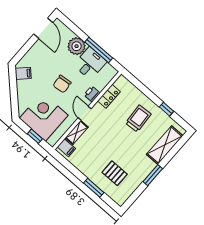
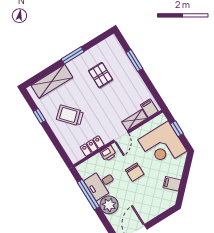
filing cabinet: (23, 73) -> (172, 184), moved
chair: (62, 84) -> (135, 172), turned 96
trolley: (138, 119) -> (70, 115), turned 52
pallet: (115, 173) -> (101, 75), moved

